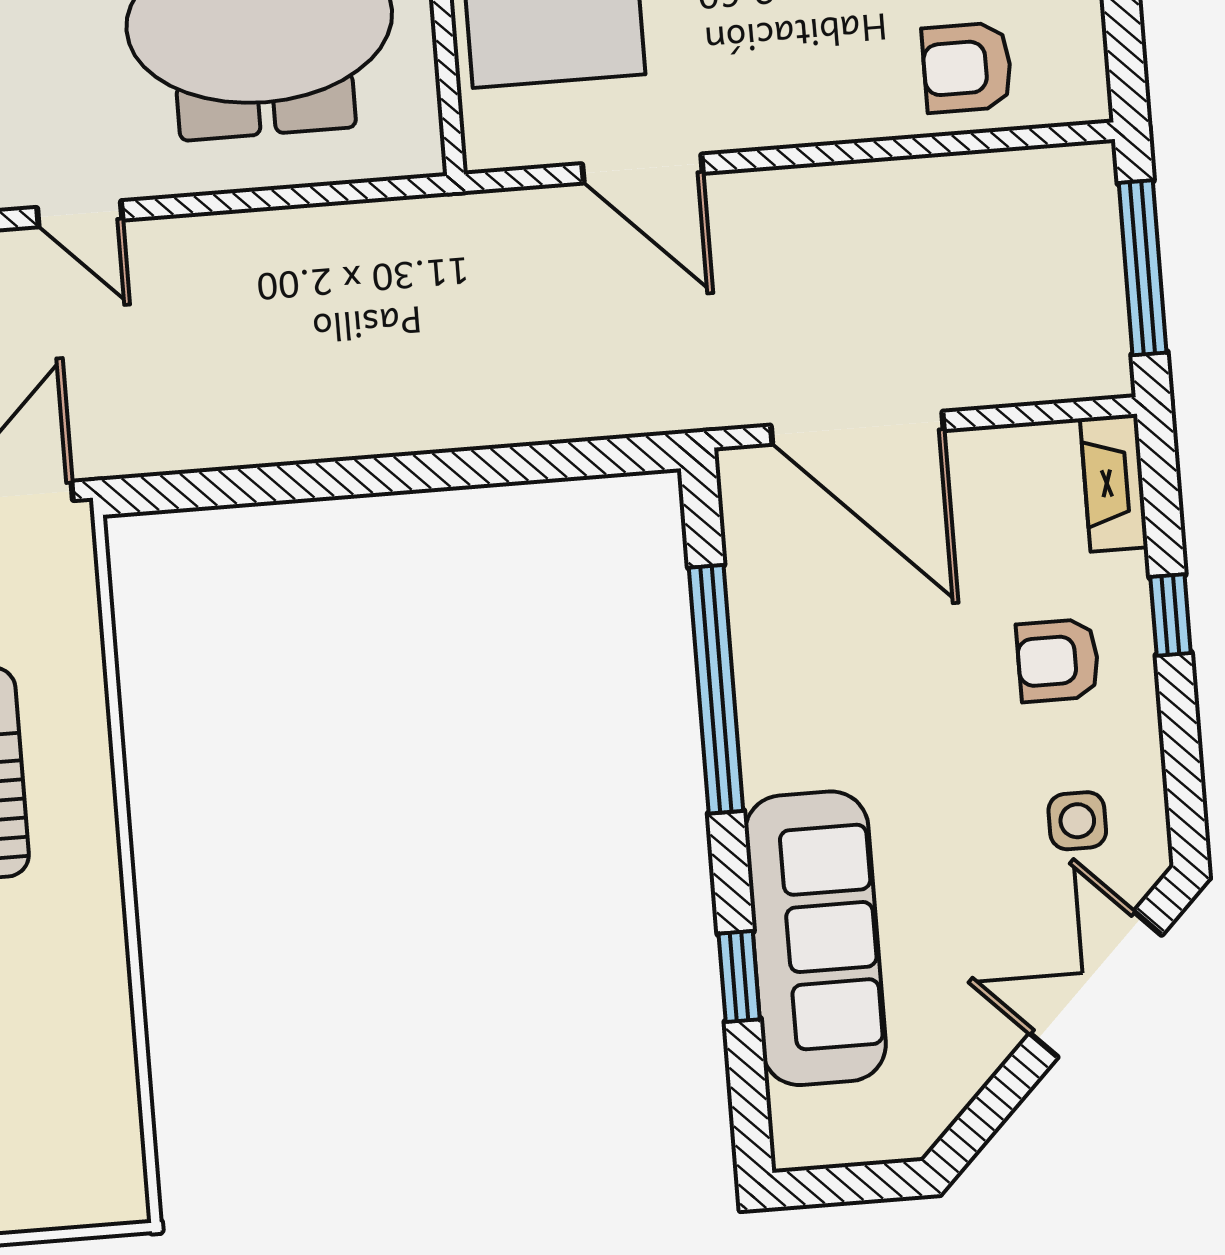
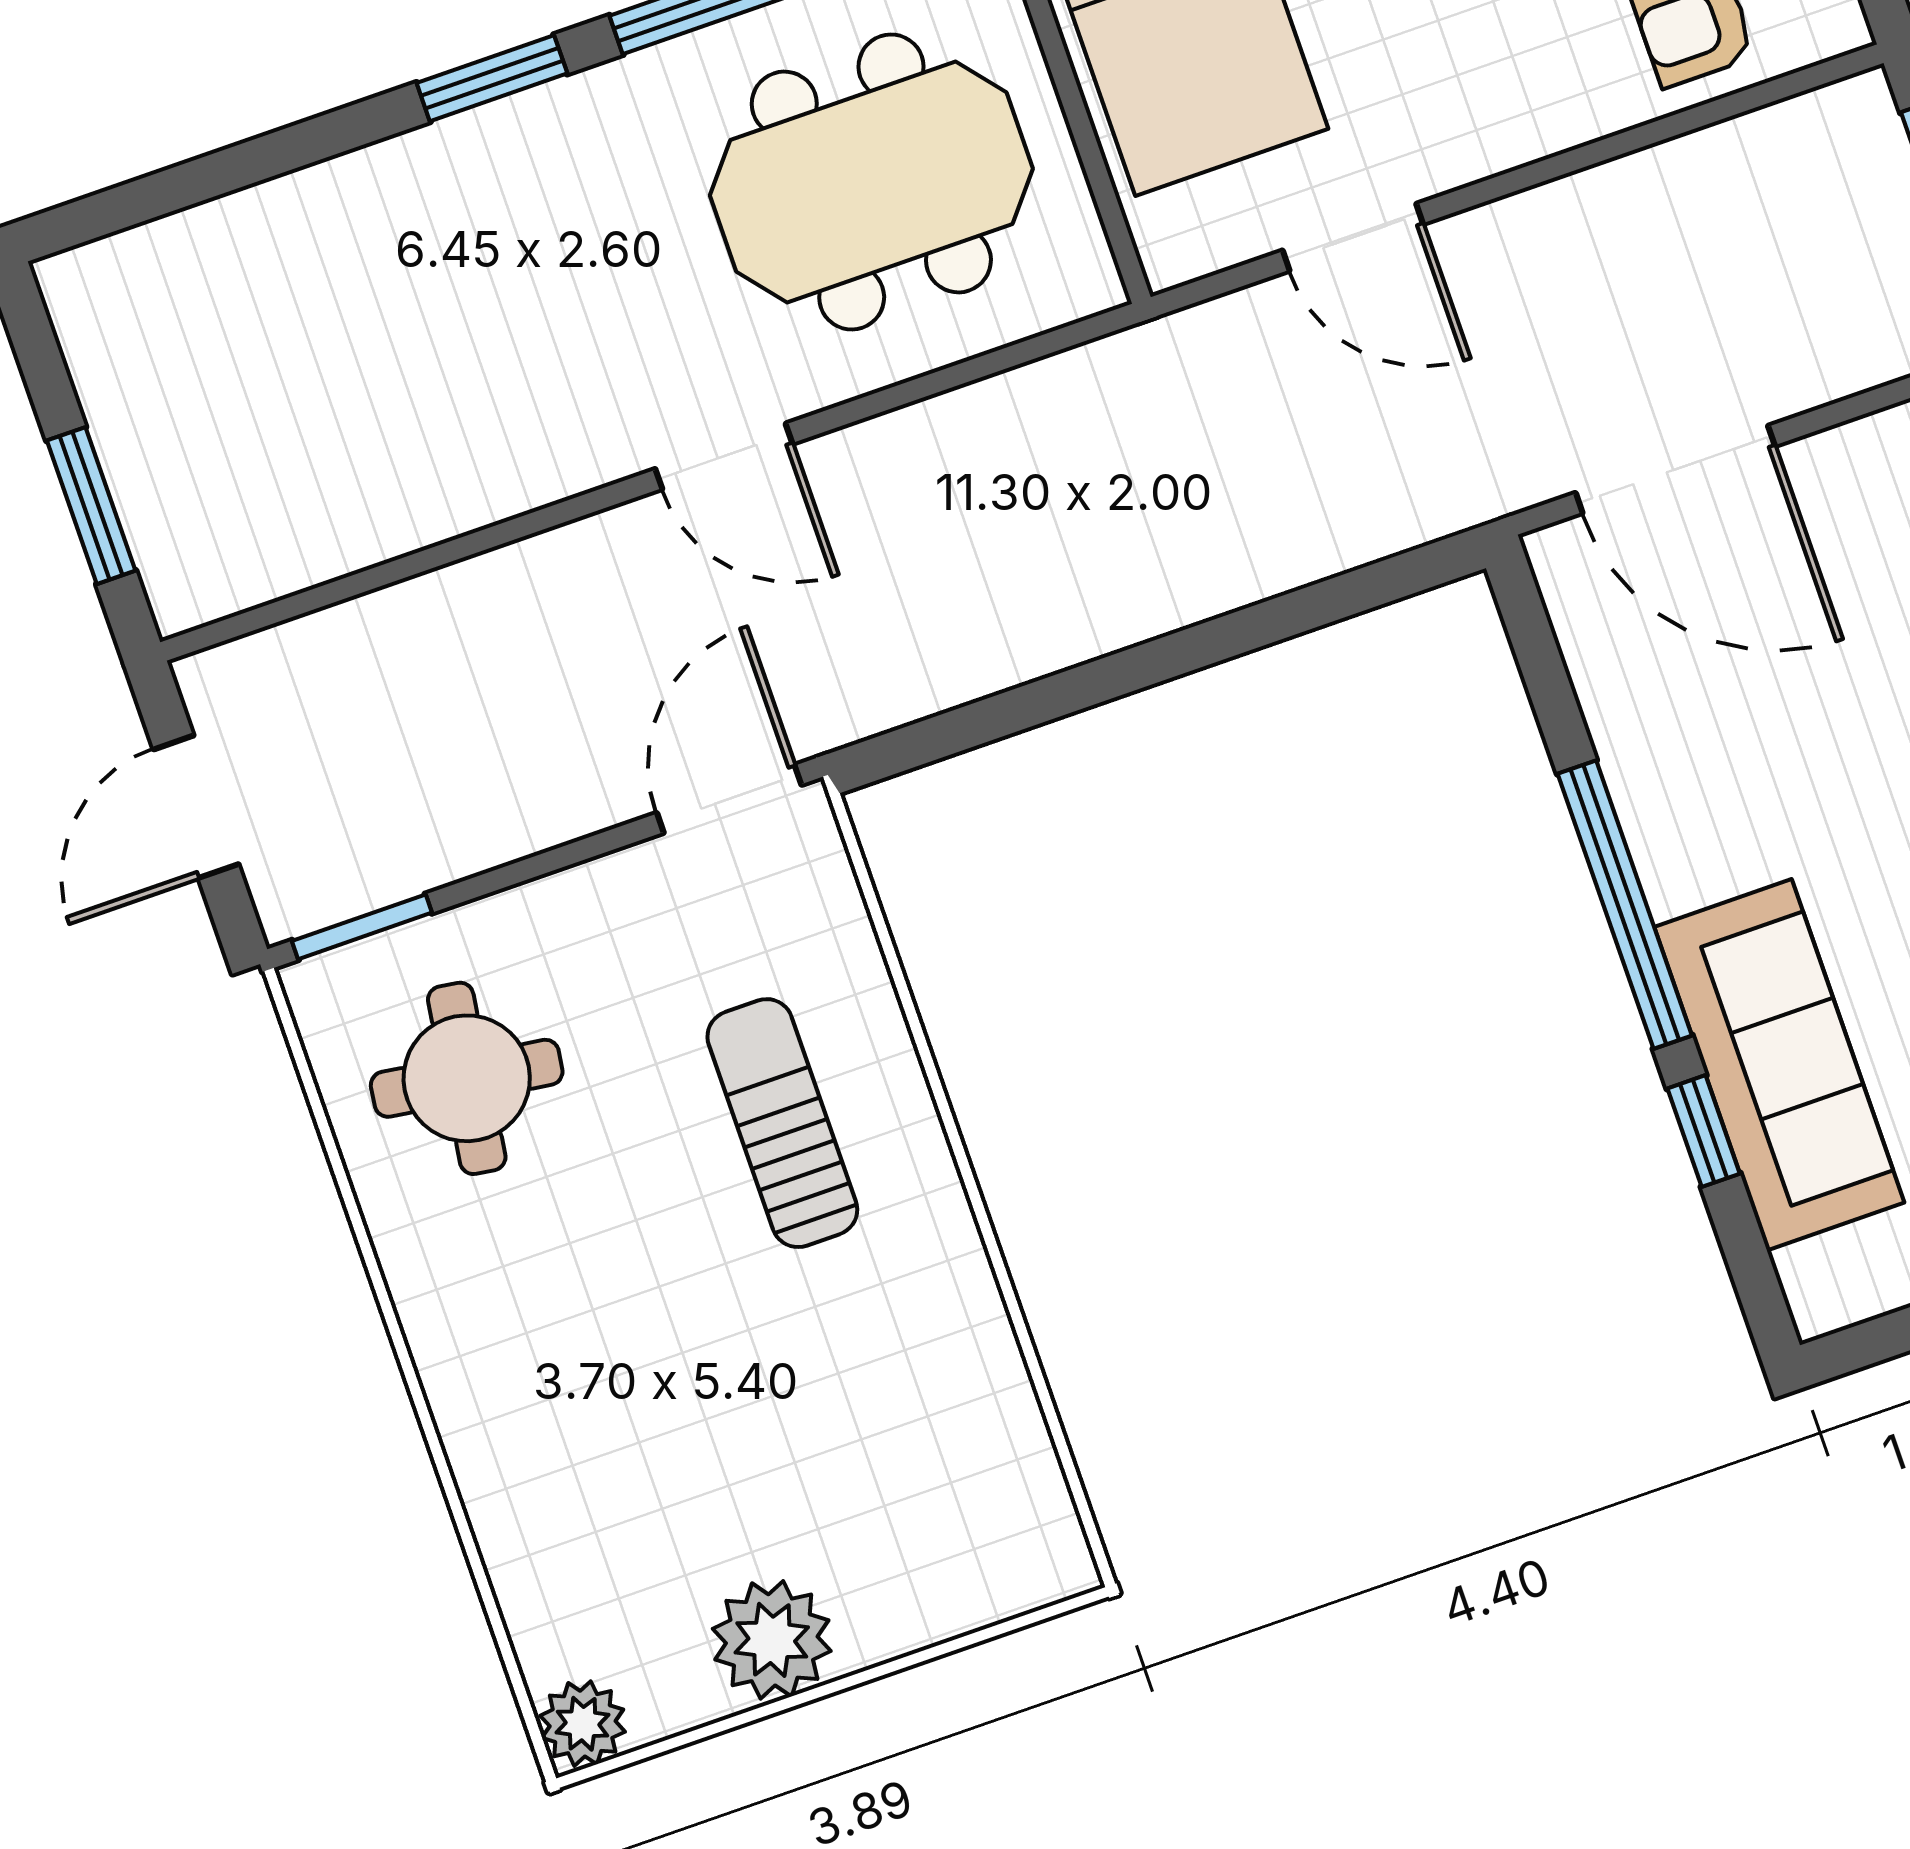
door: (80, 214) -> (724, 456), width x1.38
window: (716, 689) -> (1625, 905), moved

